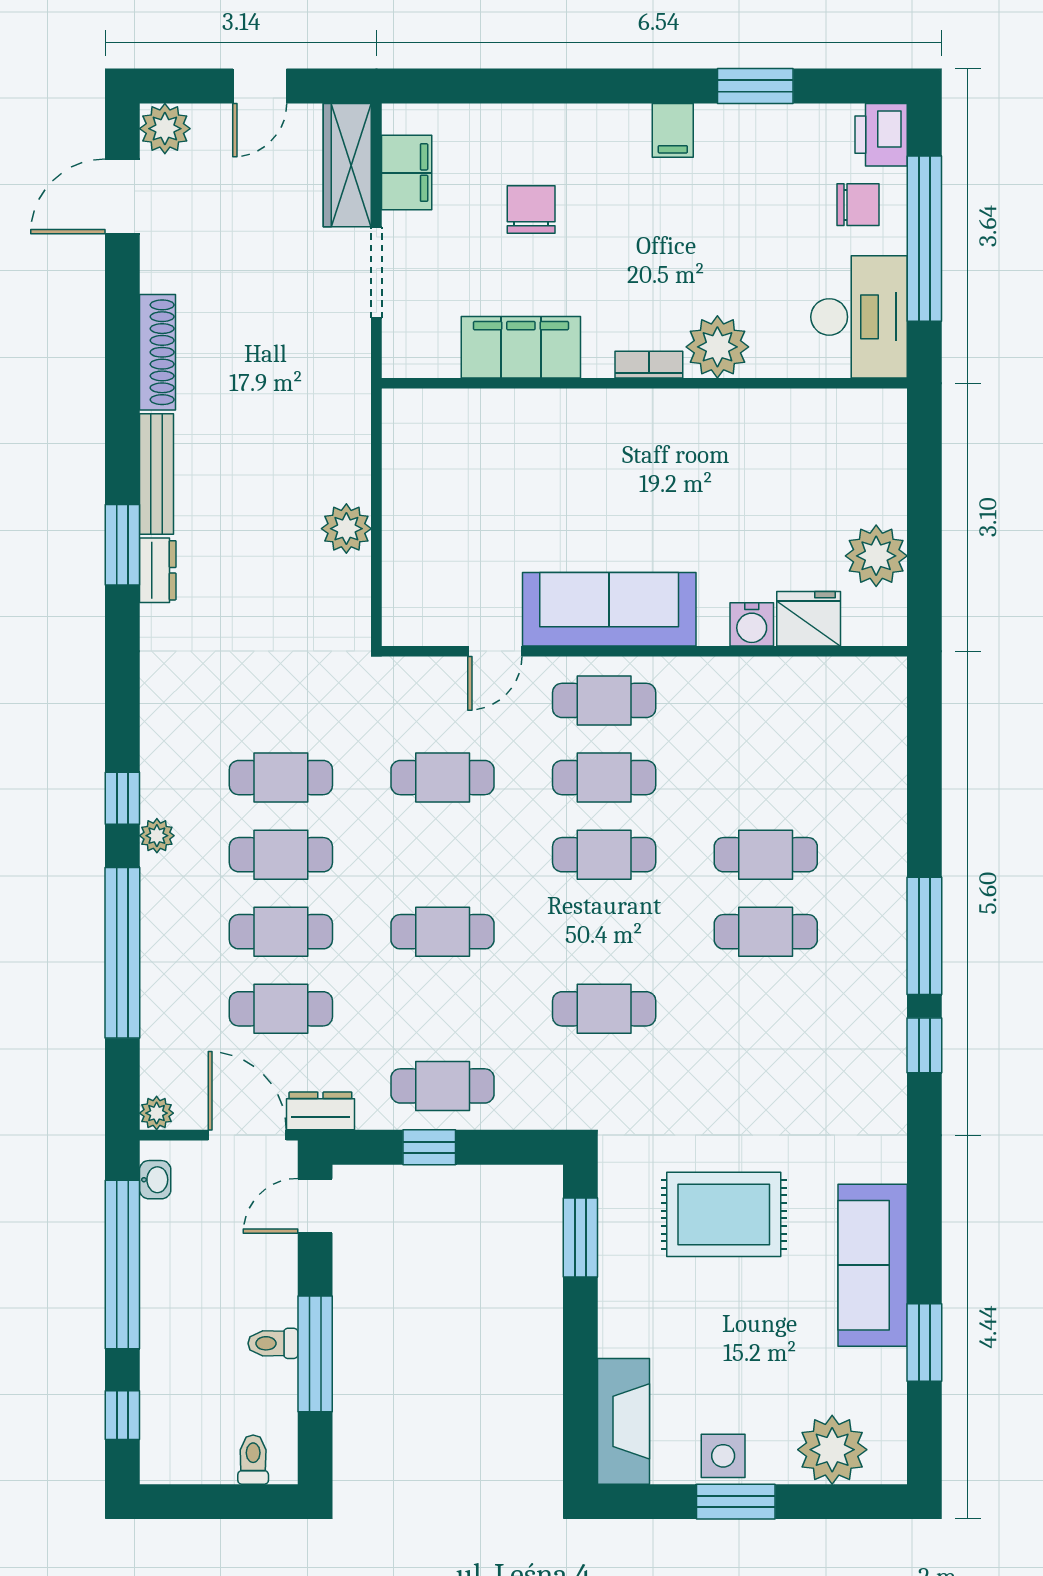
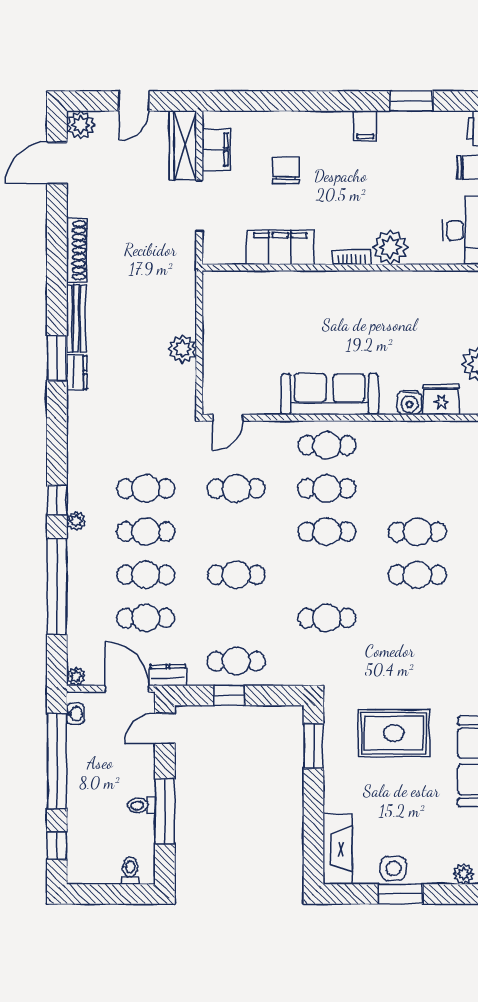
door: (495, 651) -> (228, 418), moved
plant: (832, 1450) -> (464, 874), width x0.53, depth x0.53

